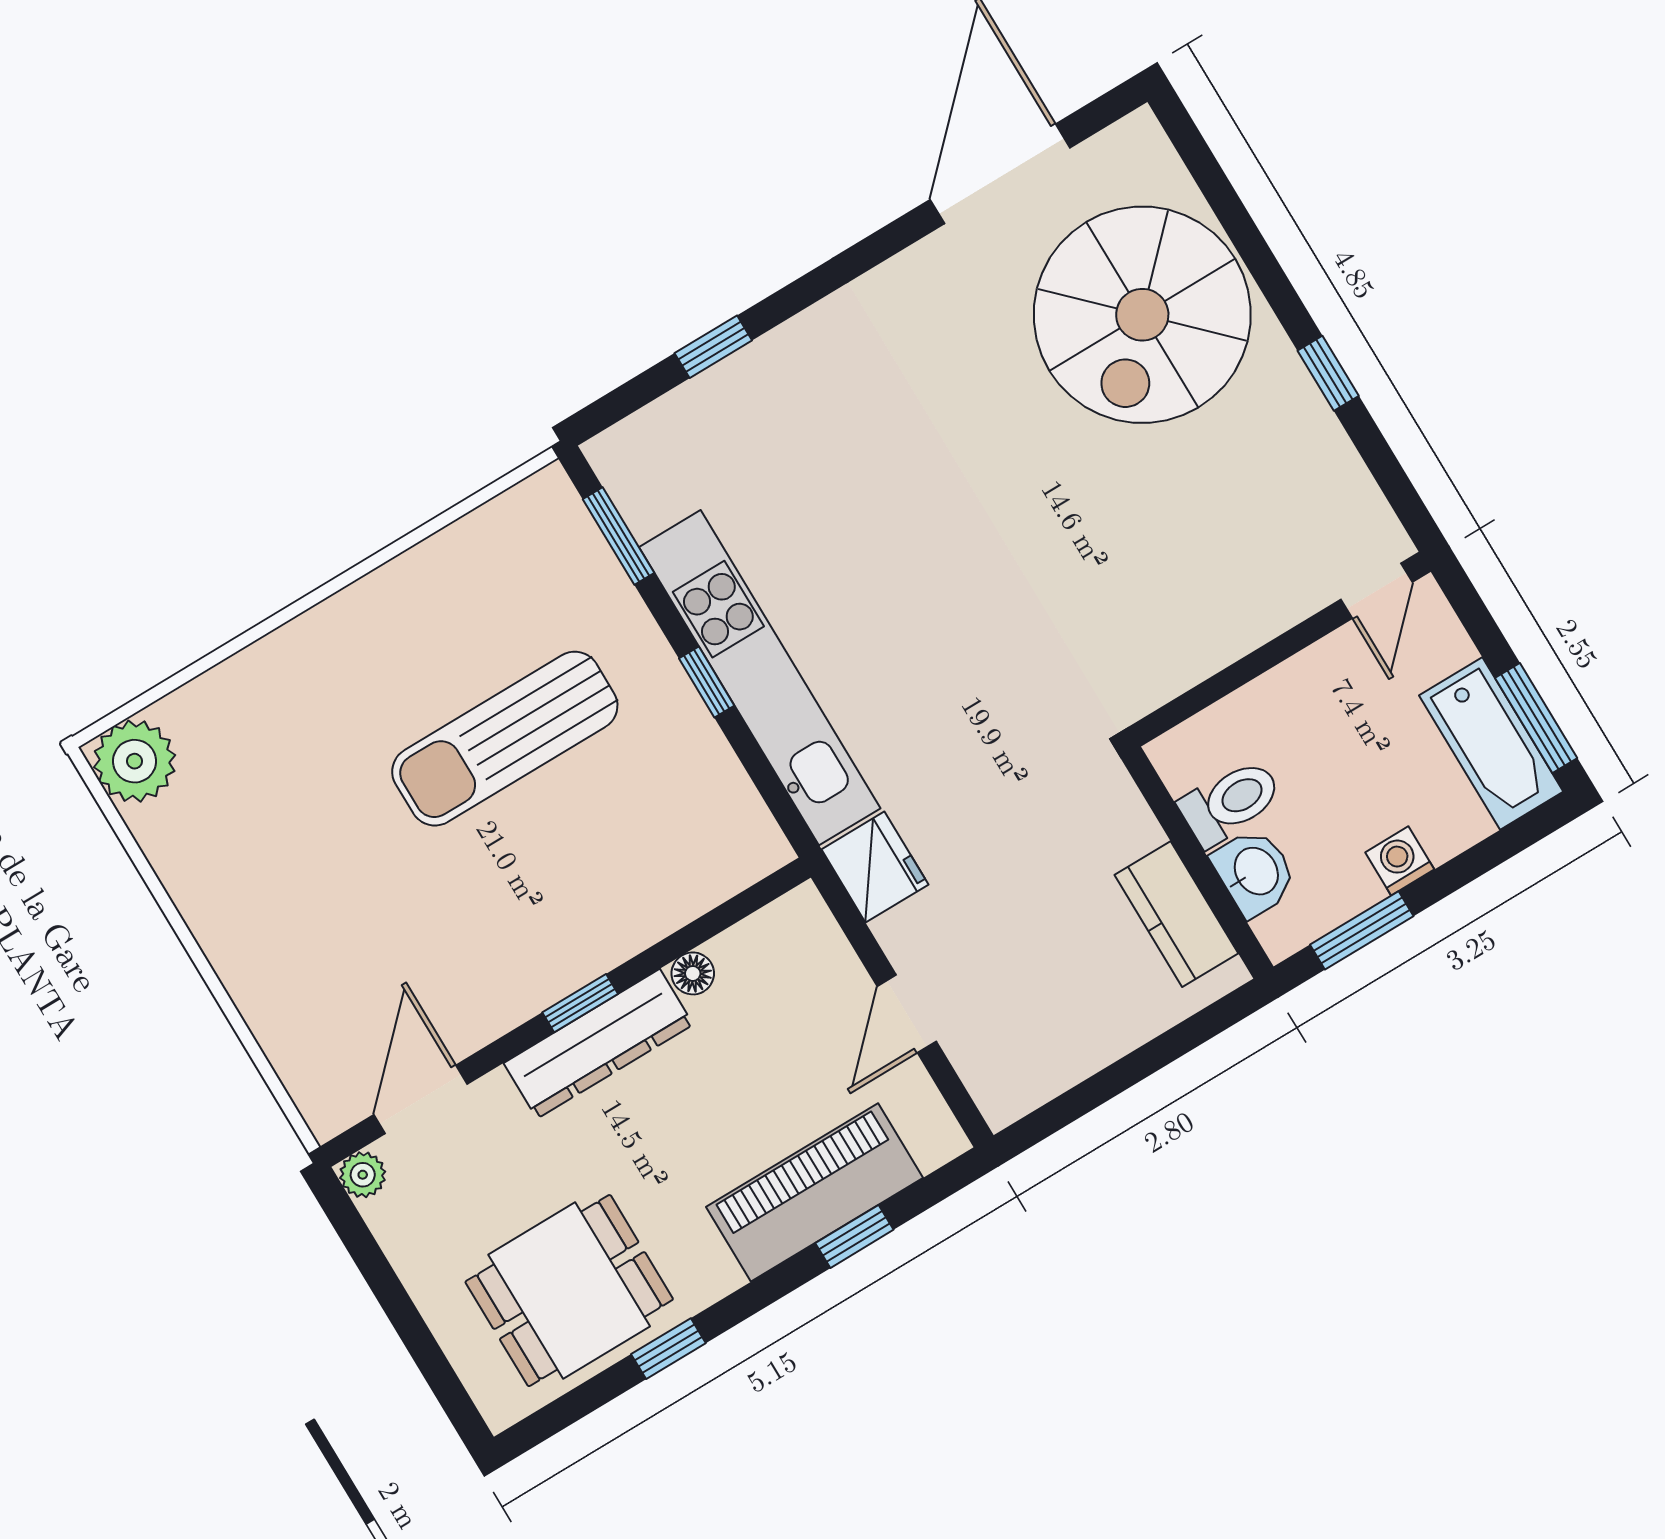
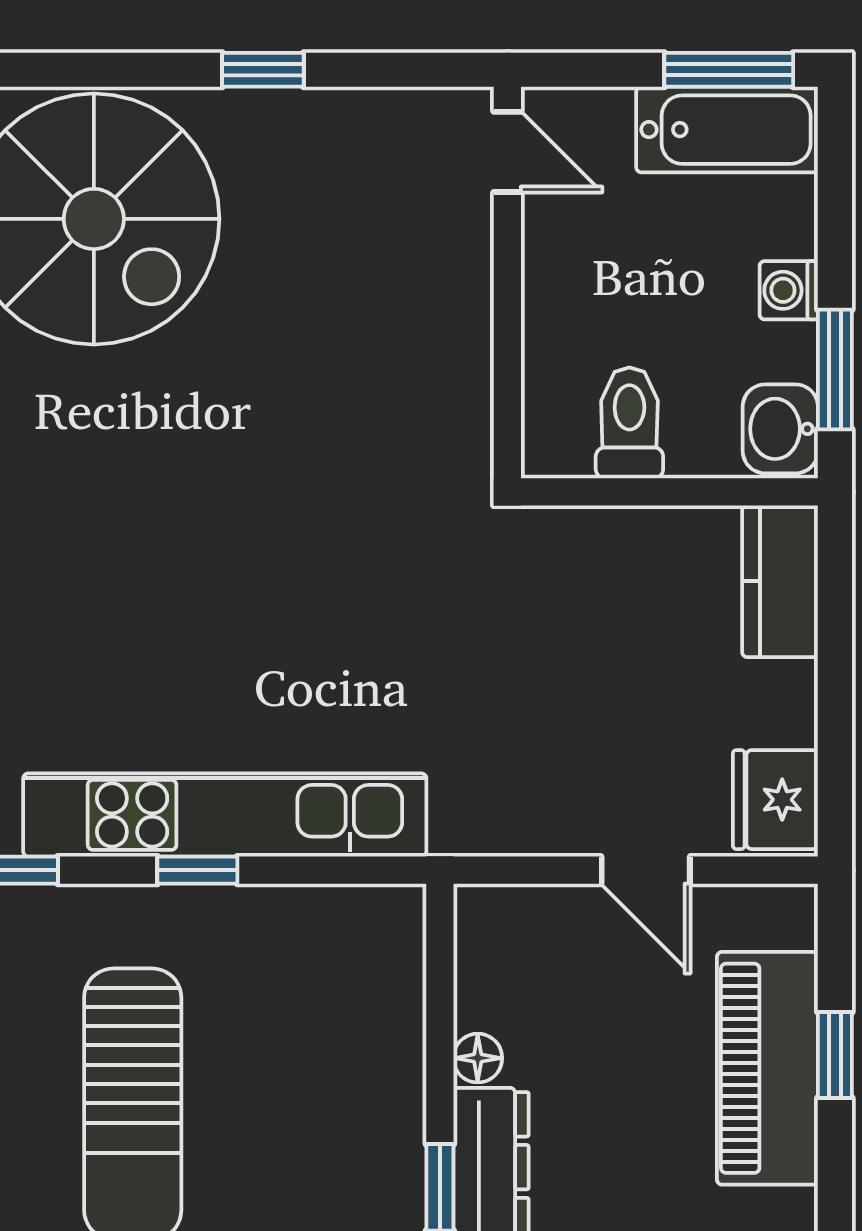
fridge: (875, 867) -> (775, 800), moved, turned -90
washbasin: (1255, 872) -> (780, 429), moved, turned -90
kitchen counter: (1176, 914) -> (780, 581), moved, turned 90

